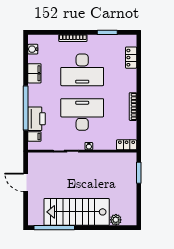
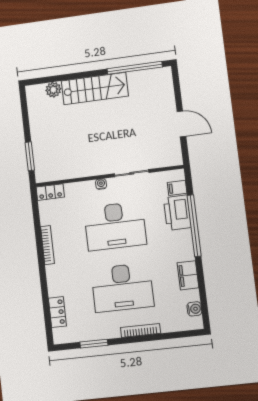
desk: (82, 70) -> (122, 288), turned 180
stairs: (77, 212) -> (95, 88), width x0.73, depth x0.66

